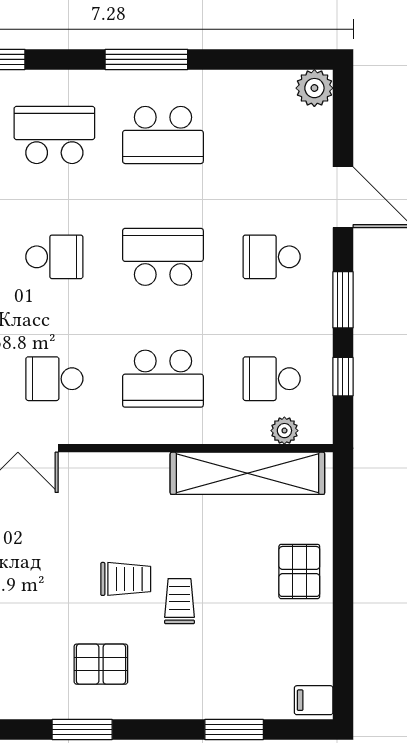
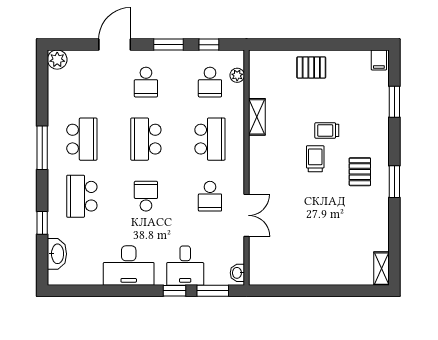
shelving: (247, 473) -> (257, 117), width x0.45, depth x0.75

